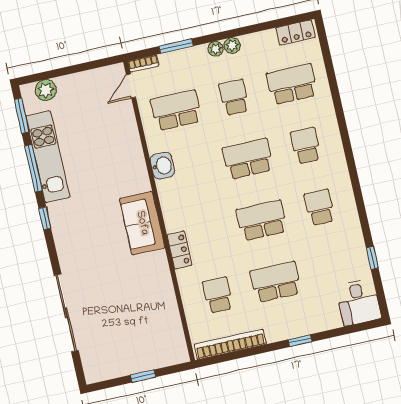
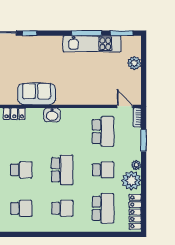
locker: (296, 33) -> (135, 212), width x1.53
plant: (232, 46) -> (131, 181), width x1.88, depth x1.88
plant: (46, 90) -> (134, 63), moved
washbasin: (162, 166) -> (52, 115), moved
window: (45, 218) -> (30, 33), moved
school desk: (262, 220) -> (21, 170), width x0.54

